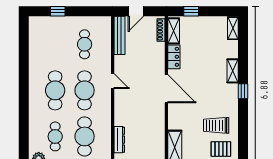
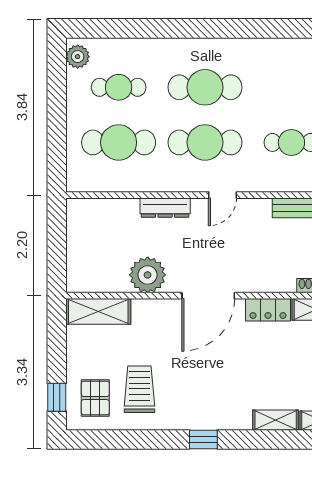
shelving: (233, 71) -> (276, 420), moved
plant: (155, 121) -> (148, 275), added
dresser: (119, 140) -> (165, 208), moved

